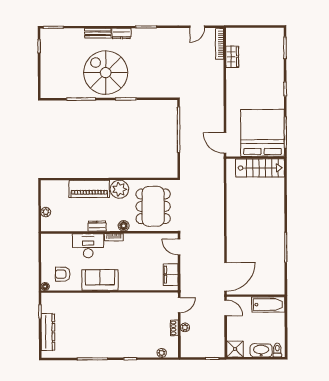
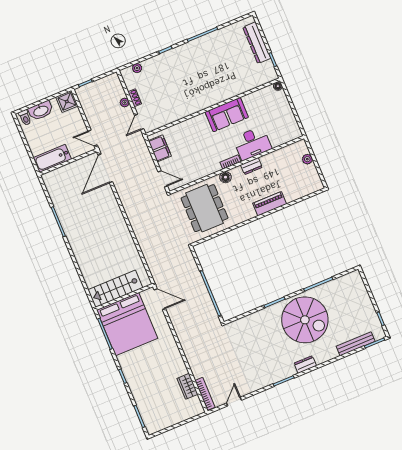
bench: (98, 33) -> (356, 344), moved, width x1.36
piano: (89, 189) -> (270, 204), width x0.73, depth x0.75
plant: (119, 189) -> (244, 211), removed
armchair: (63, 274) -> (266, 105), removed

